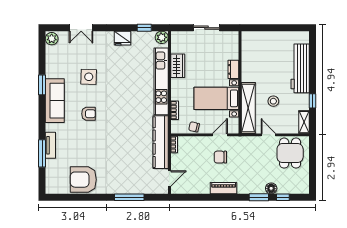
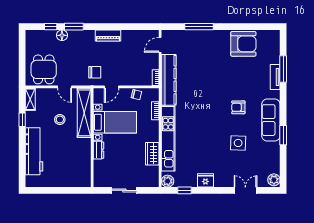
chair: (220, 157) -> (95, 72), moved

